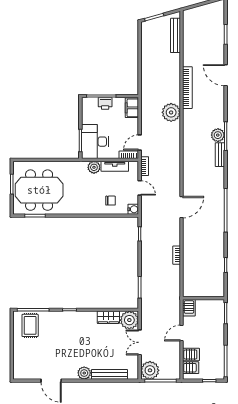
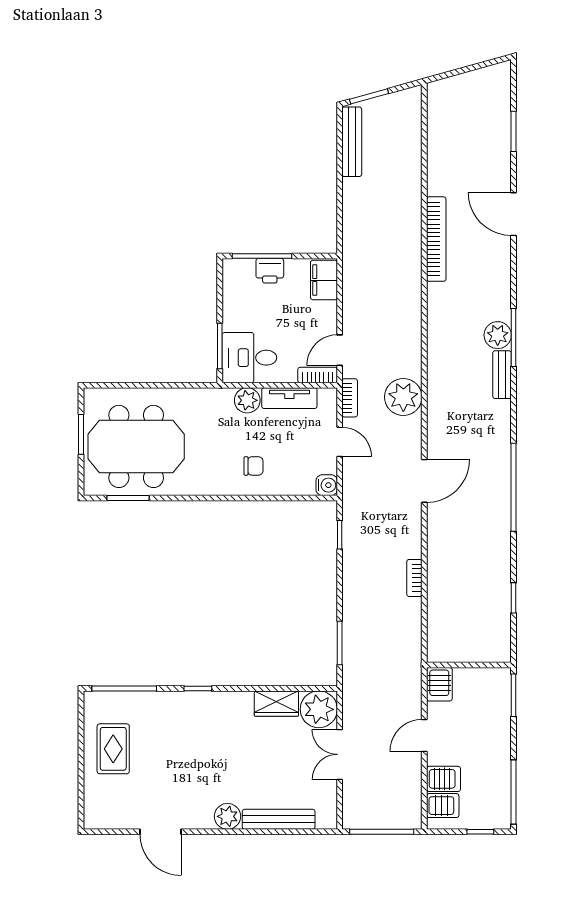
bench: (175, 35) -> (352, 142), moved
plant: (171, 112) -> (403, 397), moved
desk: (95, 142) -> (249, 358), width x0.73
chair: (110, 201) -> (254, 466), moved
rug: (30, 325) -> (113, 749), moved
plant: (150, 370) -> (360, 811), removed

